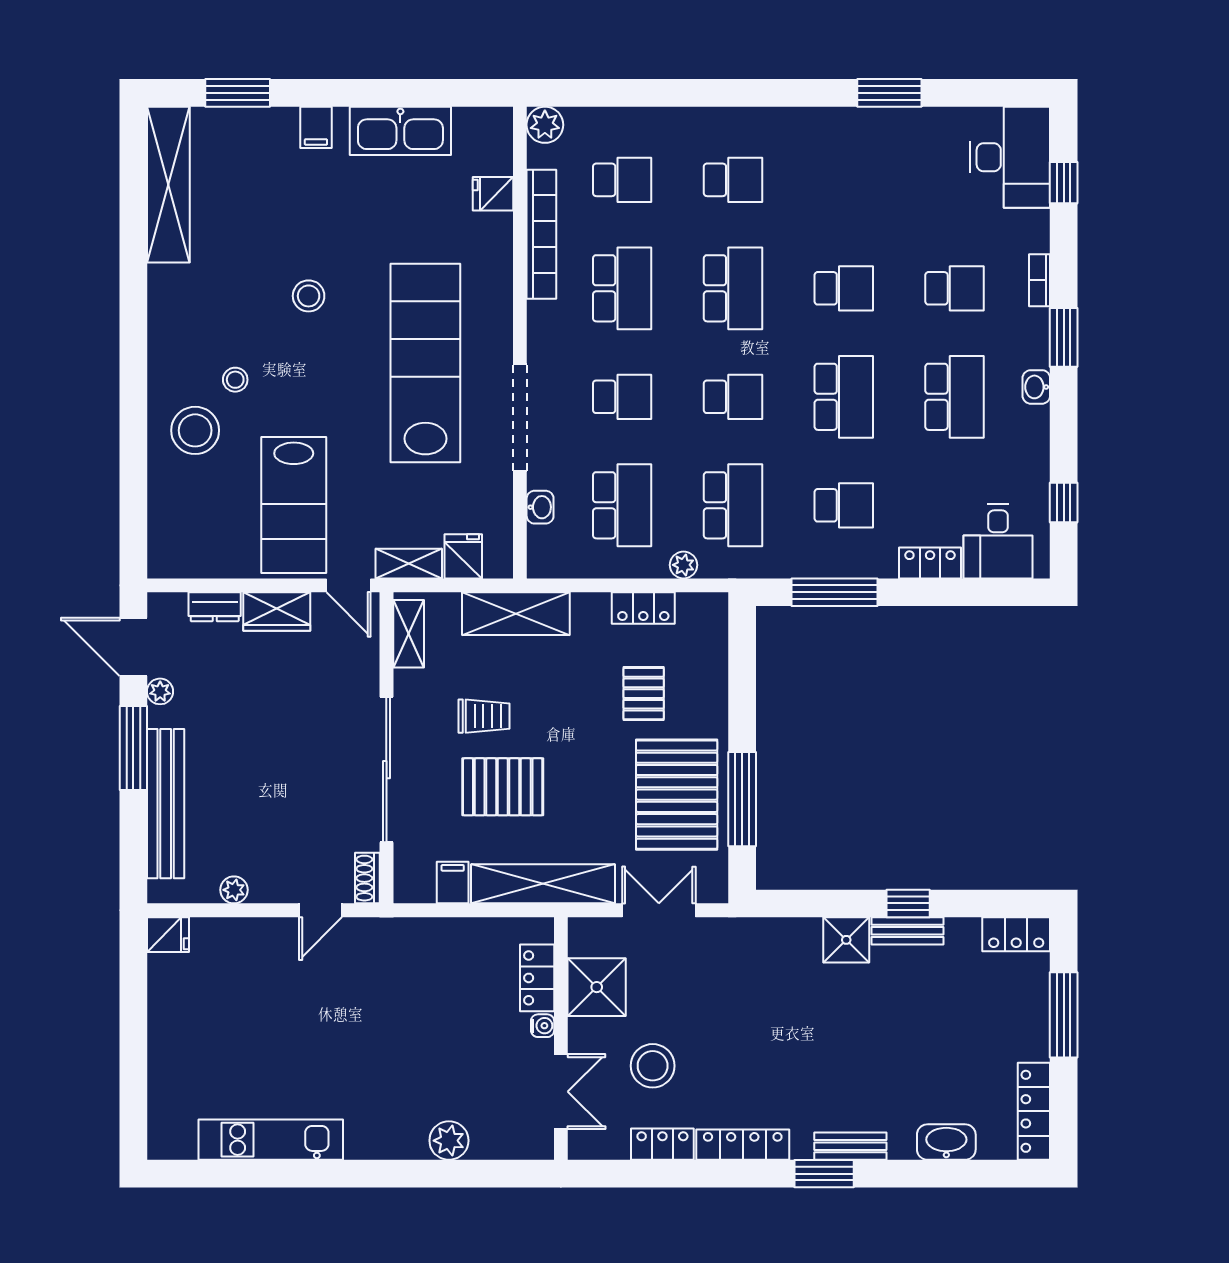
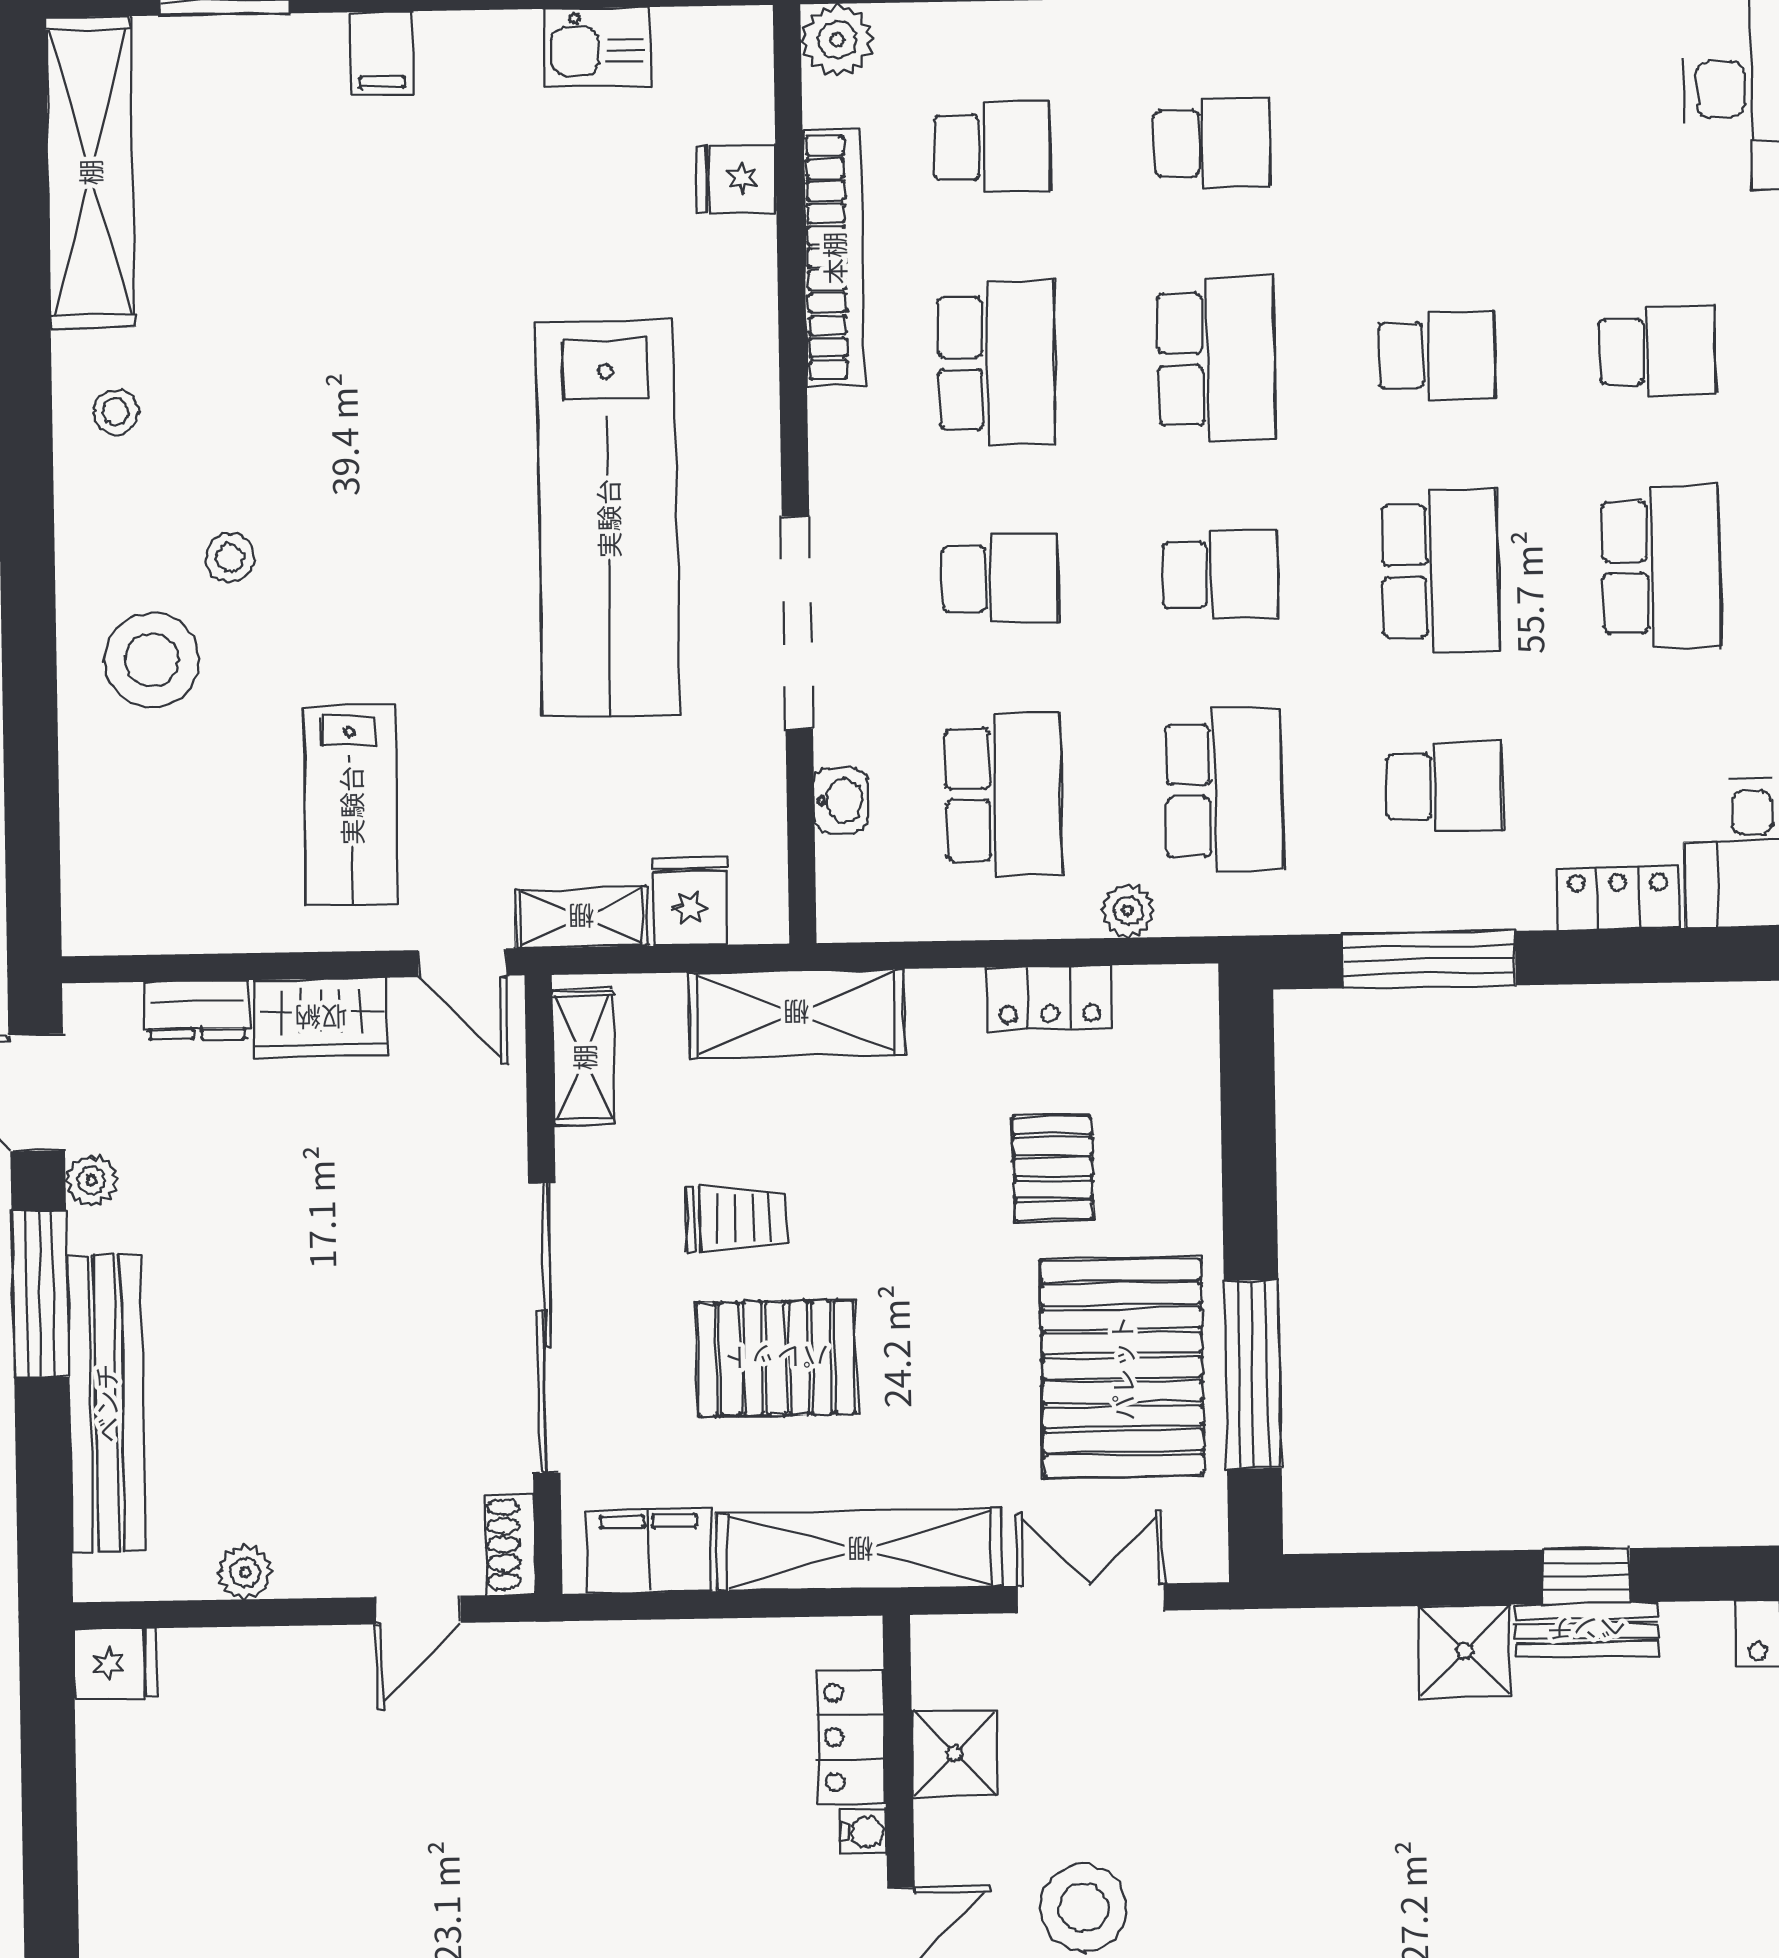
kitchen sink: (400, 131) -> (596, 47), width x0.53, depth x0.81
stool: (309, 296) -> (116, 412), moved, width x0.73, depth x0.73
lab bench: (425, 363) -> (608, 518), turned 180
lab bench: (294, 505) -> (351, 805), width x0.73, depth x0.72
filing cabinet: (453, 883) -> (649, 1551), width x2.00
shower: (597, 987) -> (955, 1753), width x0.73, depth x0.73

